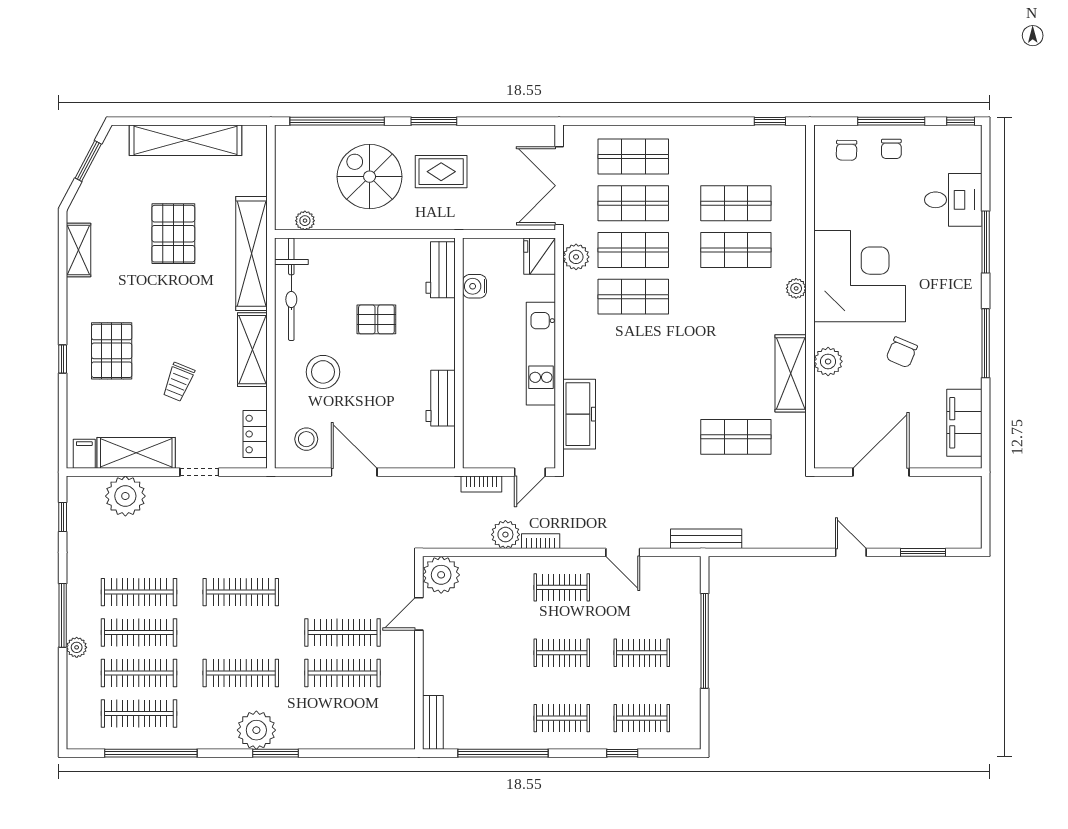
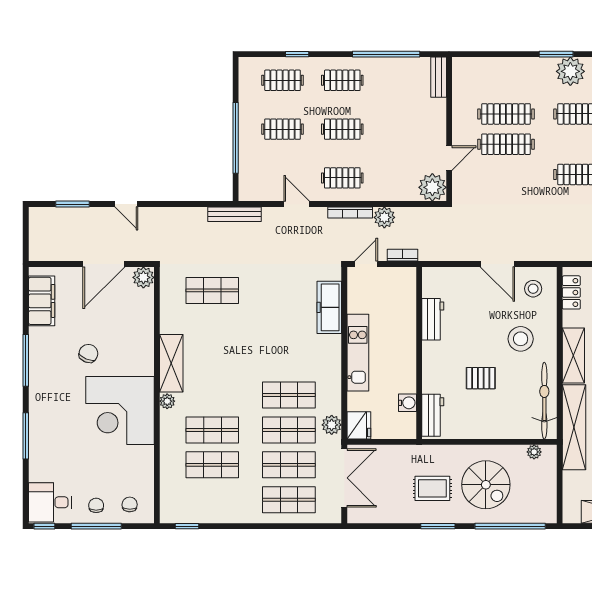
desk: (953, 200) -> (50, 502), moved
plant: (828, 361) -> (143, 277), moved
shelving: (791, 373) -> (171, 363), moved
bookcase: (541, 541) -> (350, 212), width x1.56

